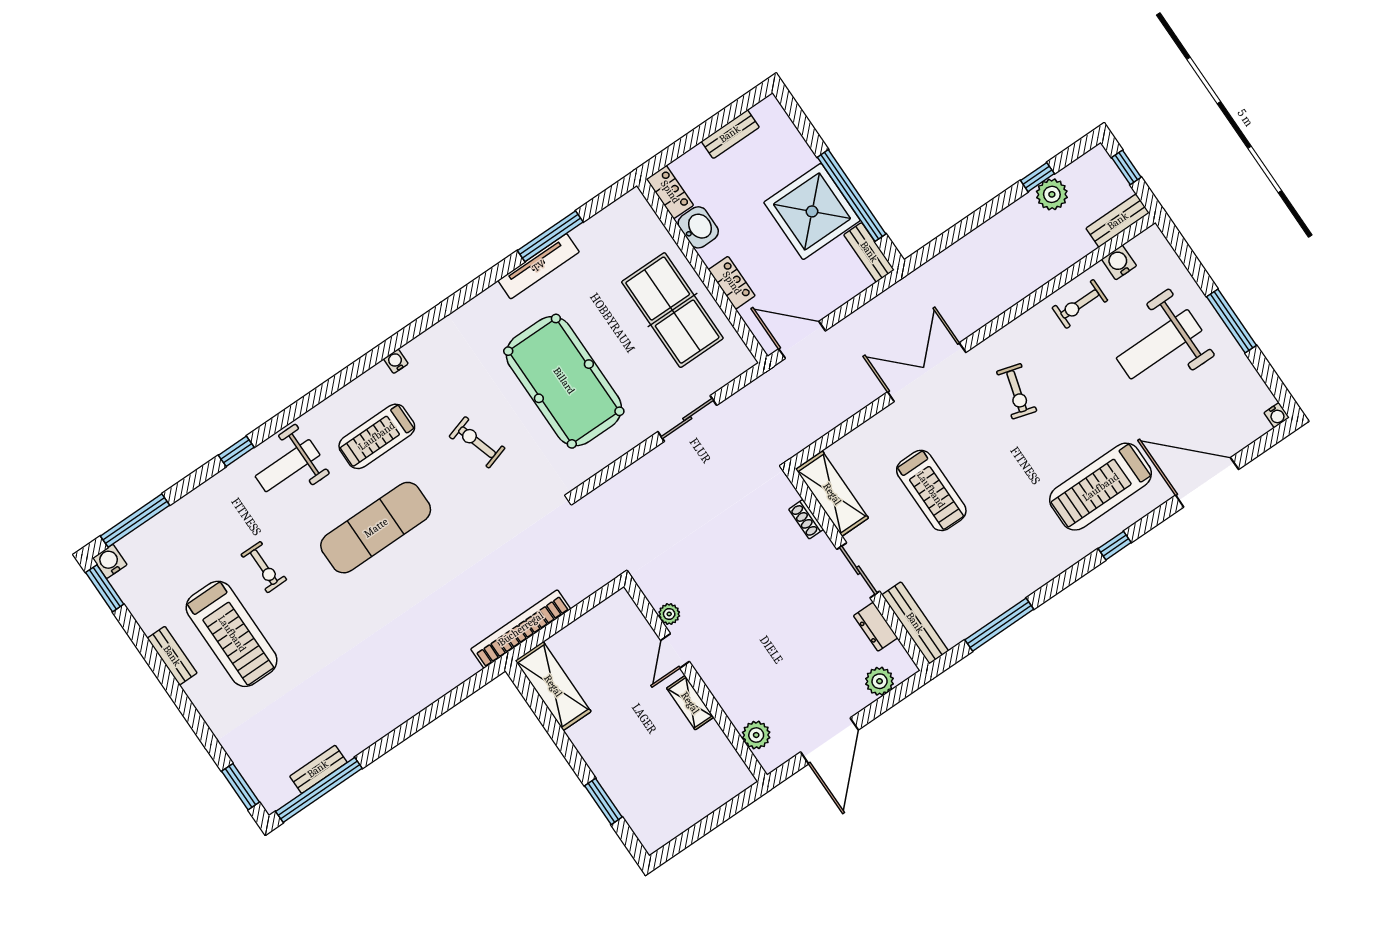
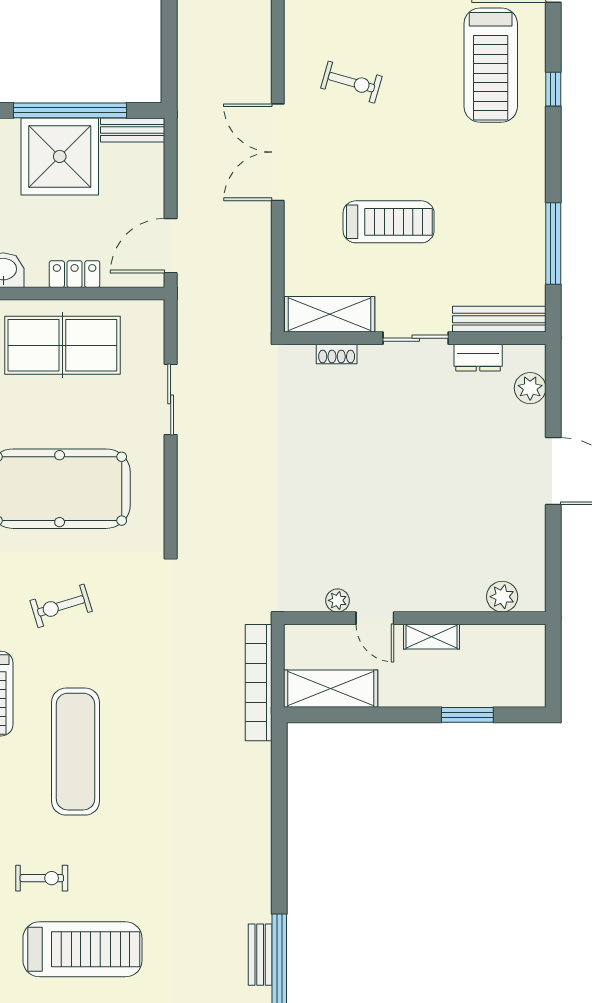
plant: (669, 614) -> (338, 600), moved
door: (675, 651) -> (375, 618), moved
wall: (695, 681) -> (415, 618), moved
shelving: (690, 703) -> (431, 637), moved
plant: (756, 735) -> (502, 597), moved

